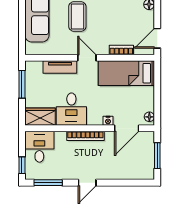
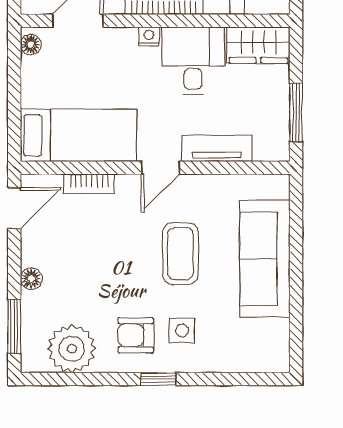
door: (87, 58) -> (161, 168), hinge flipped
nightstand: (108, 121) -> (149, 36), moved

